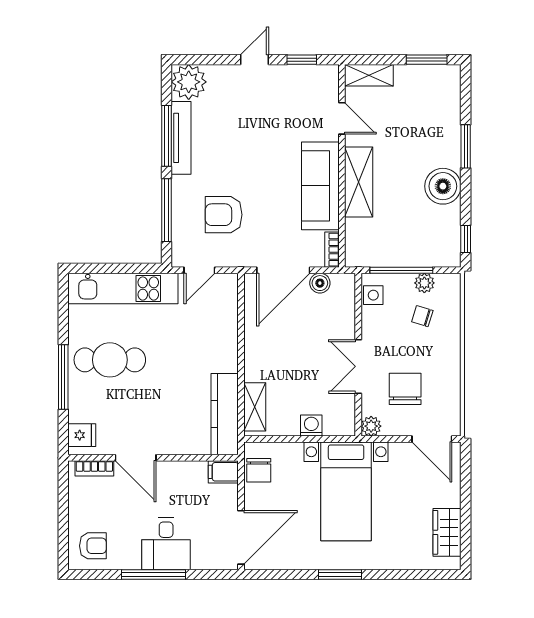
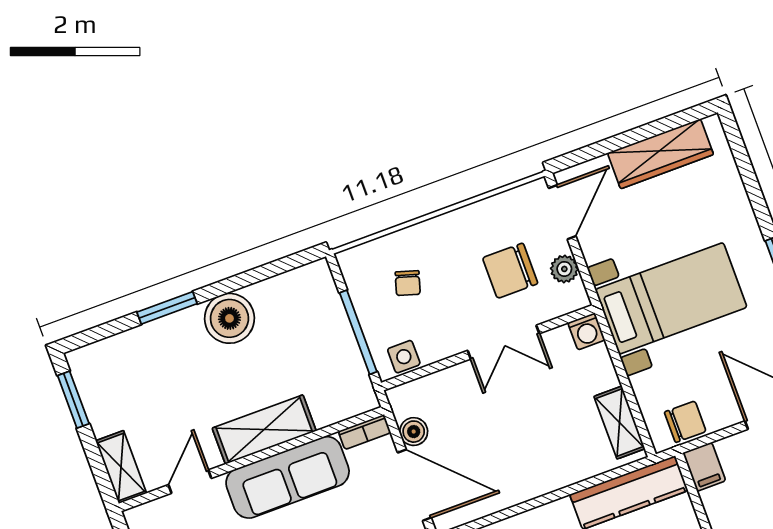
window: (466, 239) -> (287, 264), removed
plant: (424, 283) -> (364, 296), removed
shelving: (255, 407) -> (620, 423), moved, turned 90
washing machine: (311, 426) -> (586, 331), moved, turned -90
plant: (371, 426) -> (564, 269), moved
wardrobe: (447, 532) -> (660, 154), width x1.50

